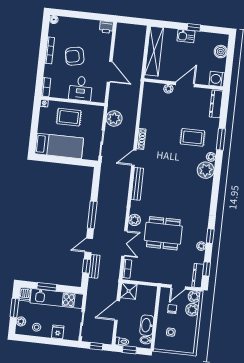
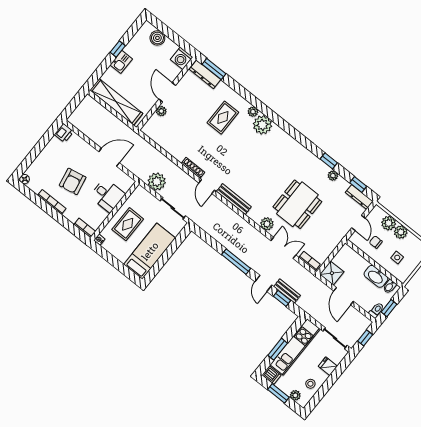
window: (221, 139) -> (214, 69), moved
plant: (194, 297) -> (401, 232), moved

